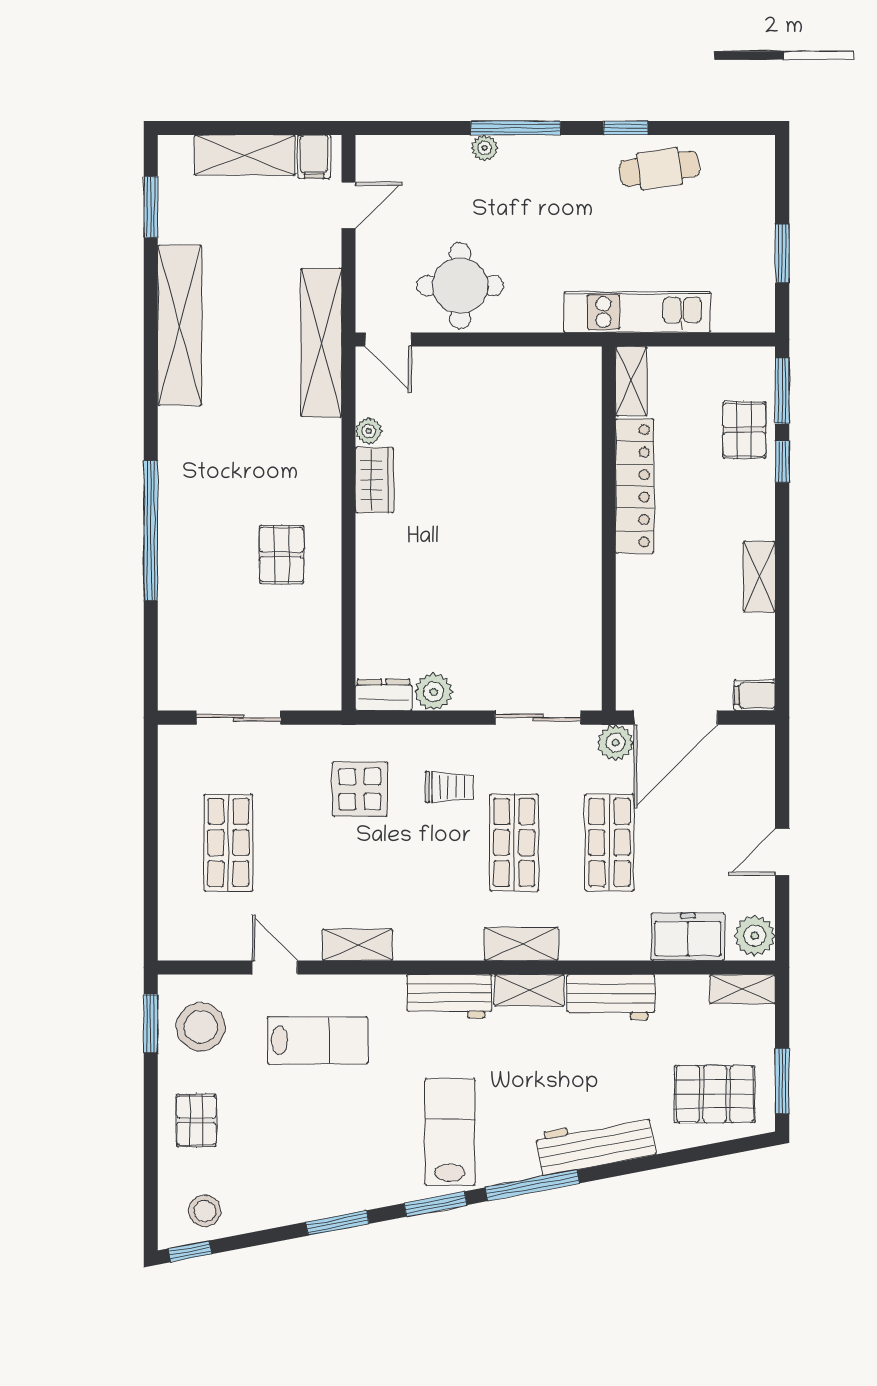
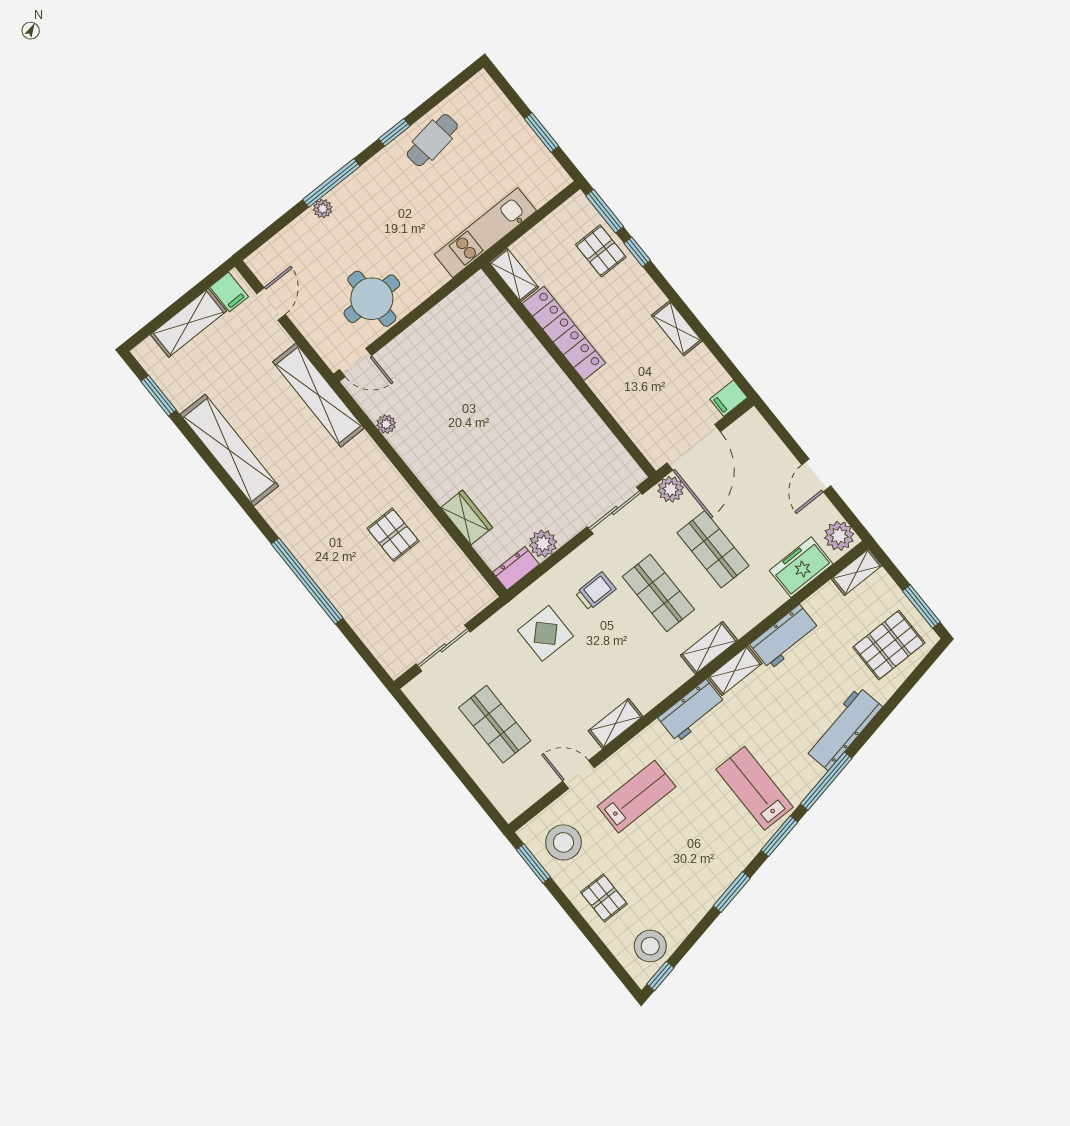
wardrobe: (375, 480) -> (467, 517), moved
stool: (205, 1211) -> (650, 946), width x1.38, depth x1.38

